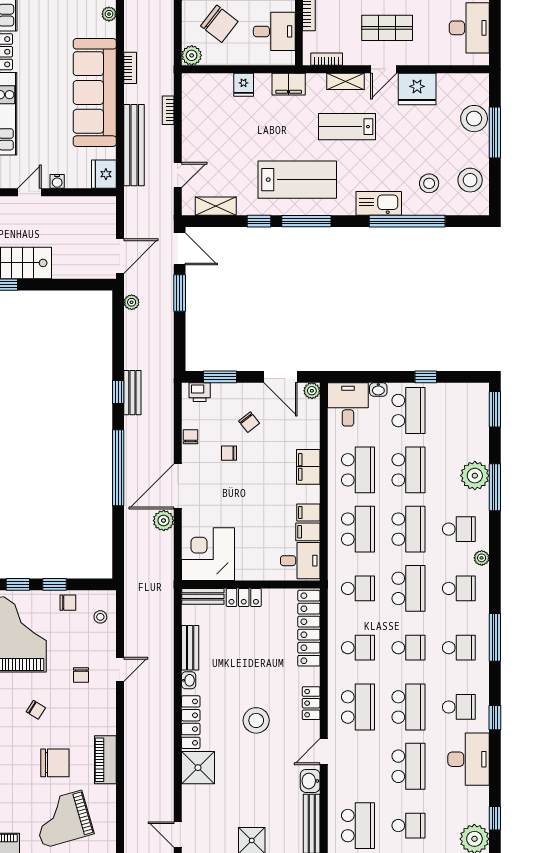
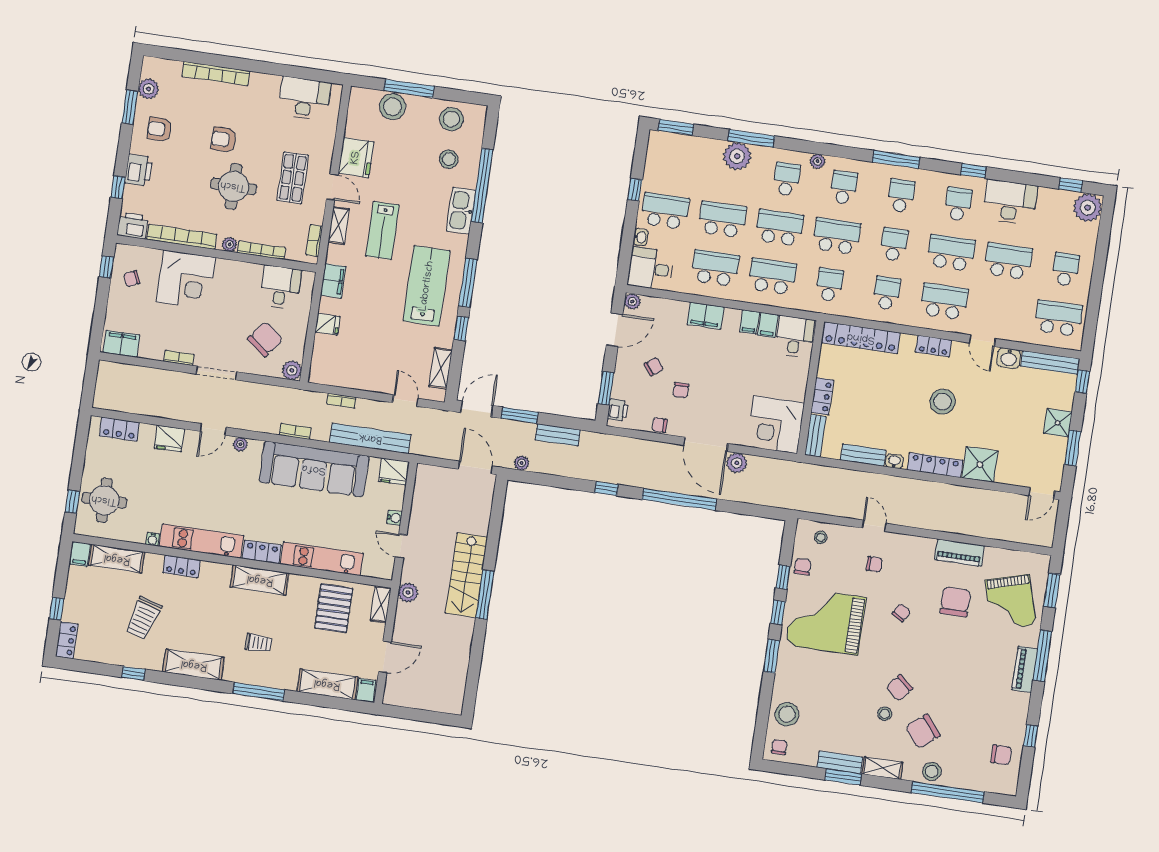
bench: (132, 393) -> (558, 435), moved

